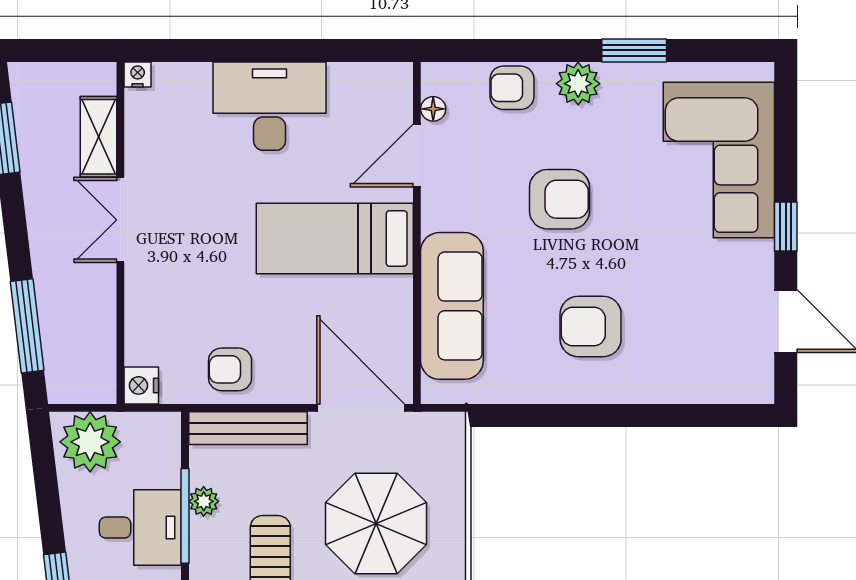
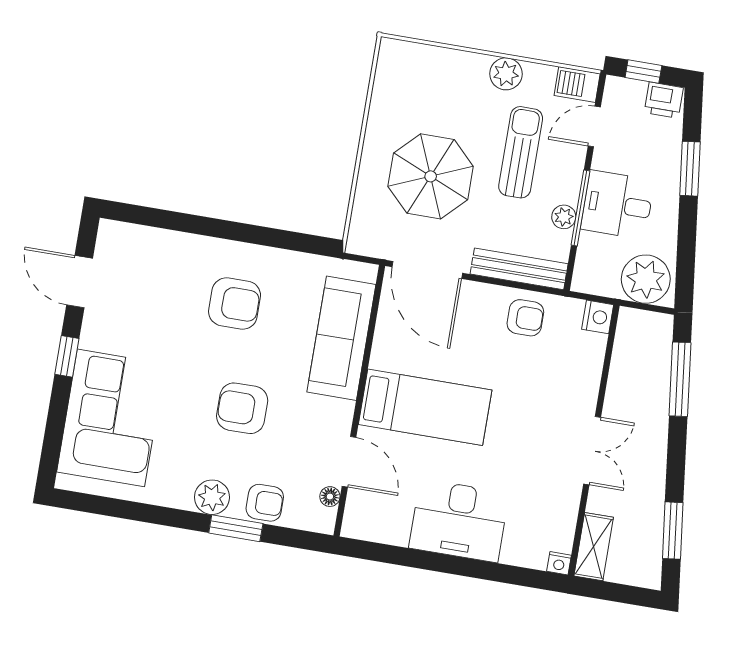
window: (634, 50) -> (236, 528), moved
shelving: (98, 137) -> (594, 547), moved
door: (417, 156) -> (349, 462), hinge flipped

